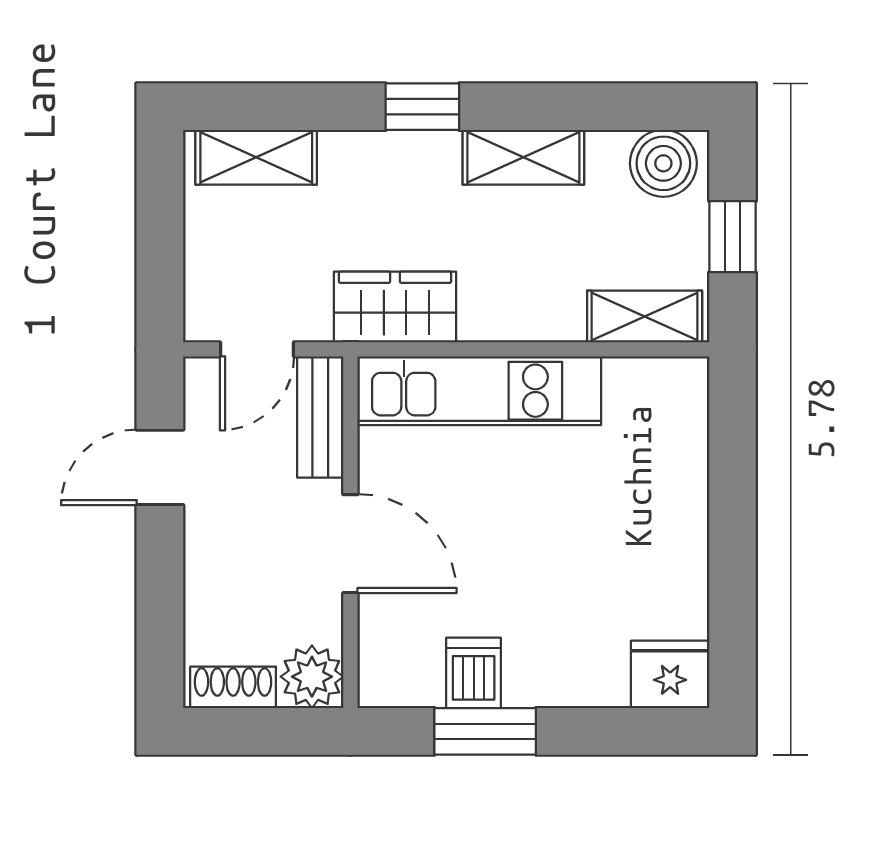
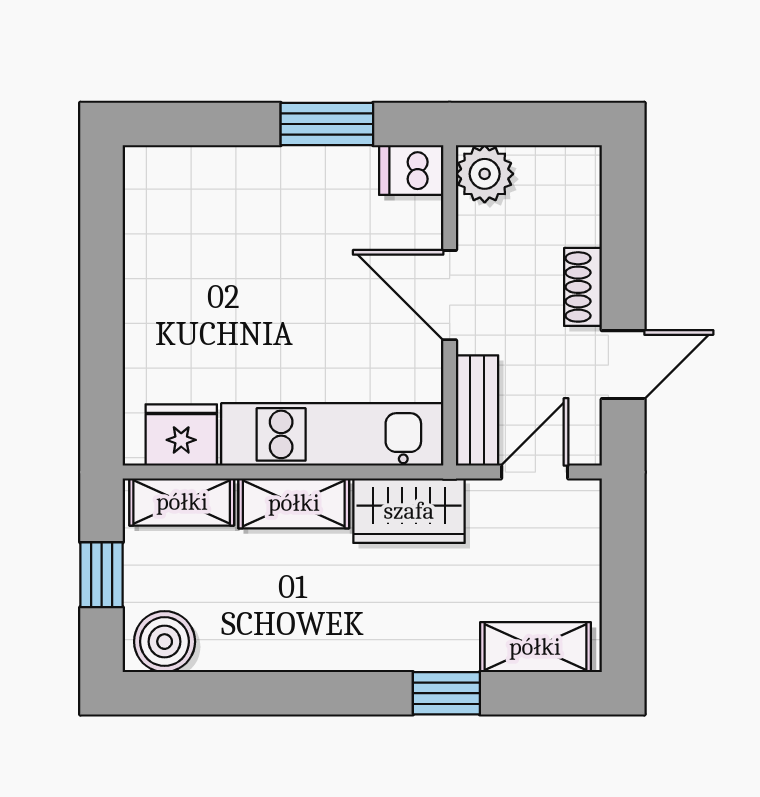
window: (422, 107) -> (446, 693), moved
shelving: (523, 157) -> (294, 503), moved
dishwasher: (474, 673) -> (411, 170), moved, turned 90
fridge: (670, 674) -> (181, 435), moved, turned 180
shoe rack: (233, 687) -> (583, 287), moved, turned 90

